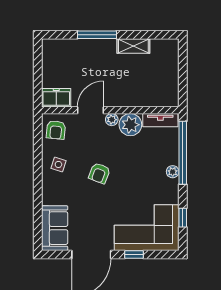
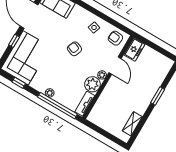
window: (97, 35) -> (158, 96), width x0.69
shelving: (133, 46) -> (132, 124), moved

